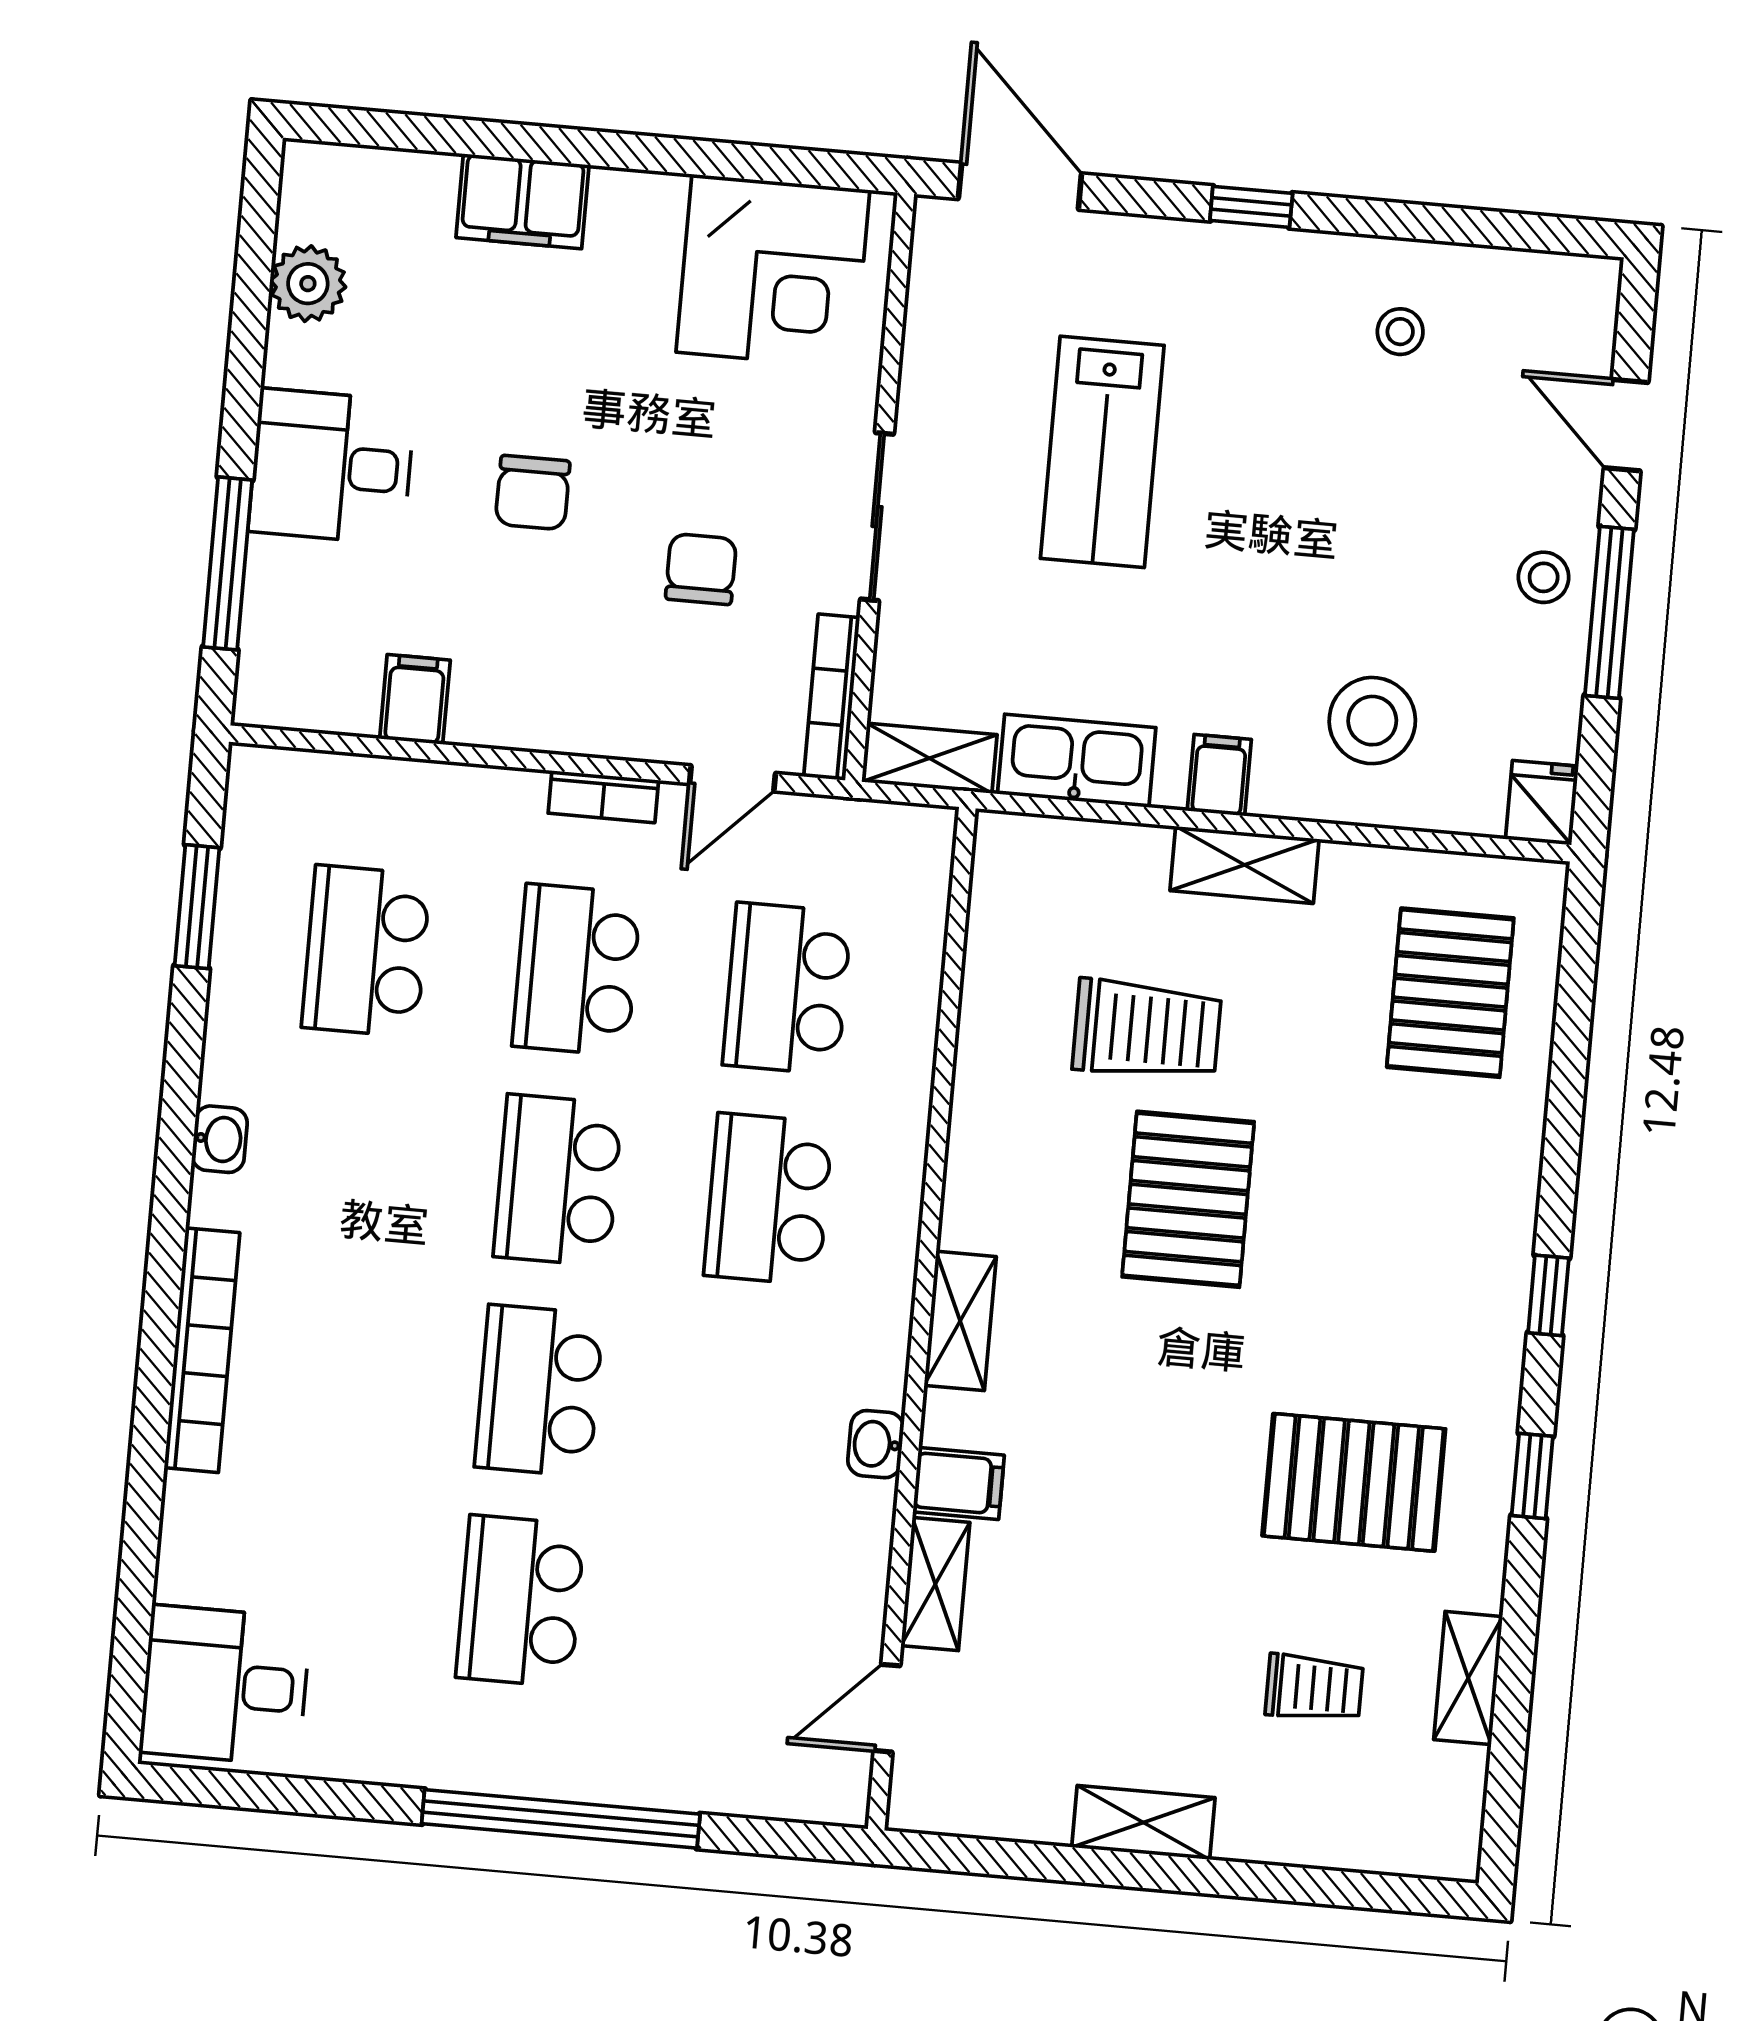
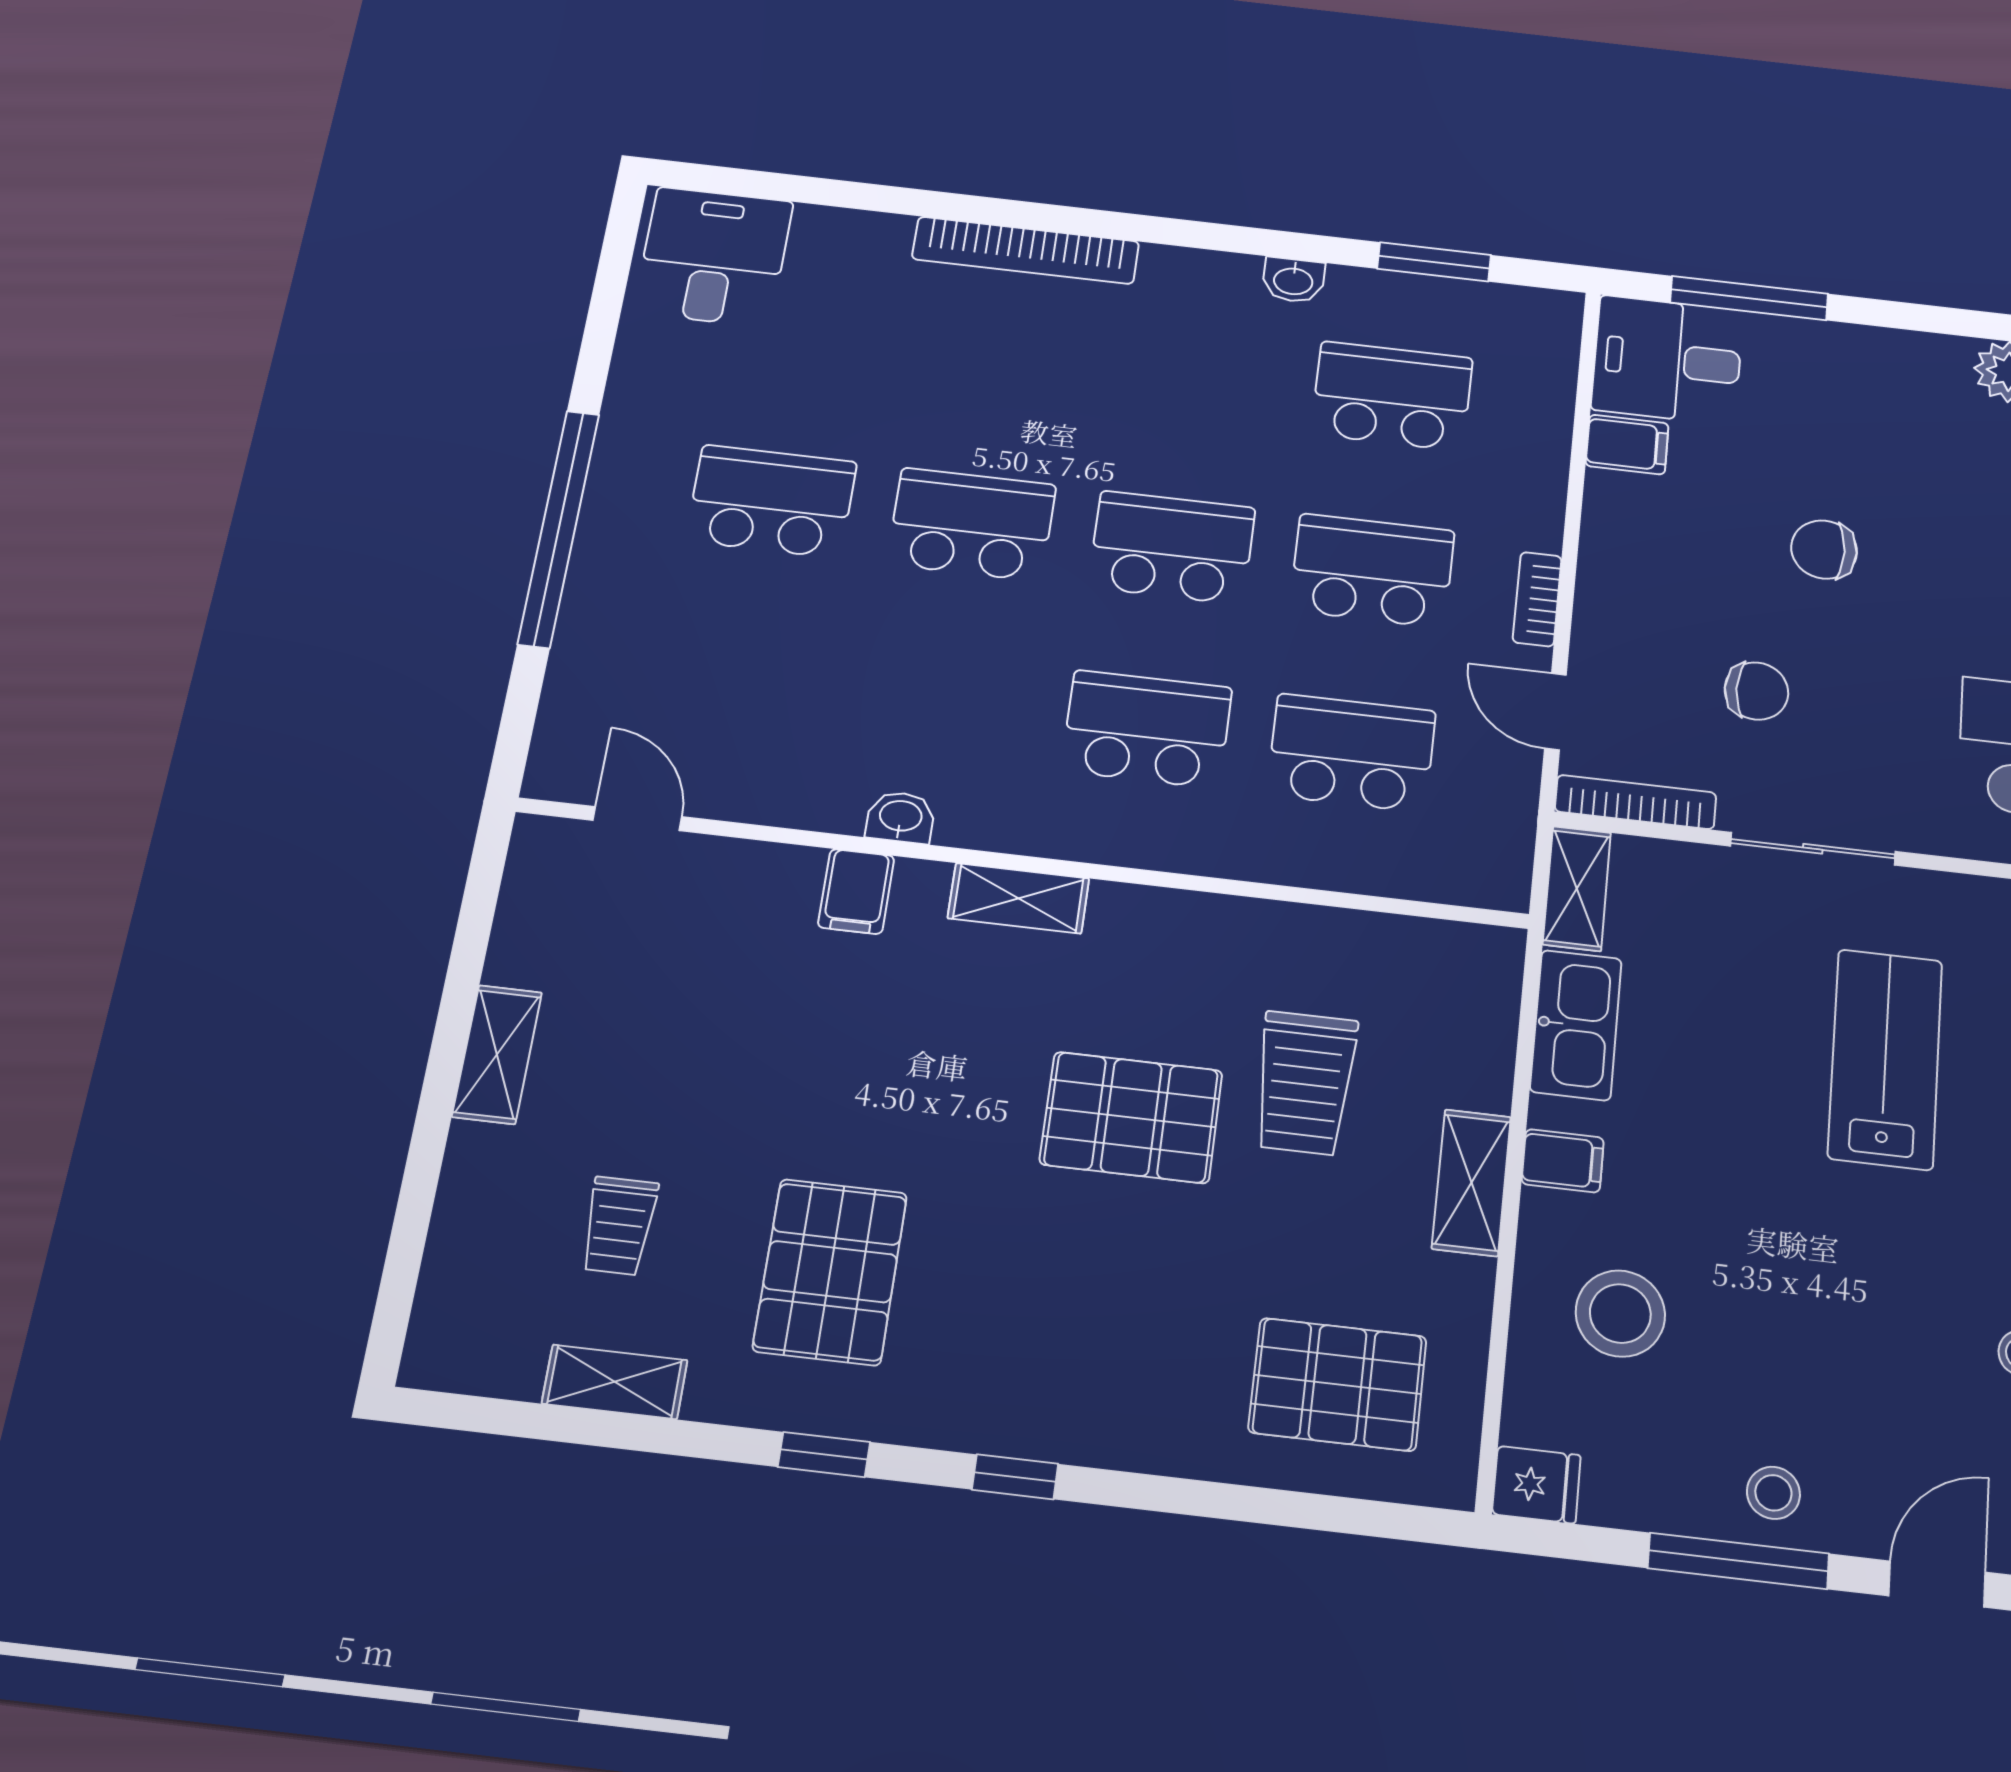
lab bench: (1102, 452) -> (1885, 1059), turned 90
desk: (332, 466) -> (1667, 360), moved, turned -90
washbasin: (220, 1139) -> (1293, 280), moved
shelving: (935, 1584) -> (757, 867), removed

